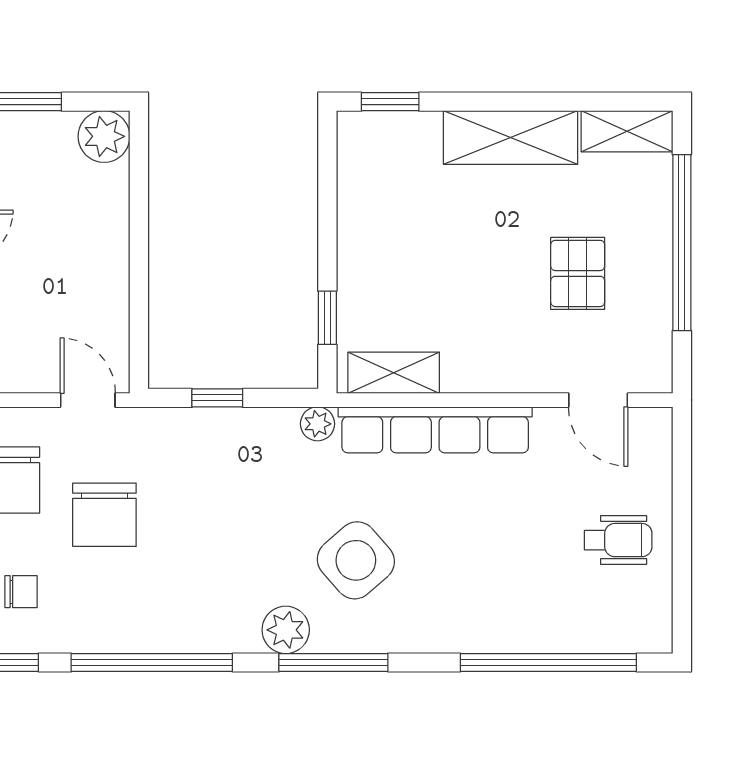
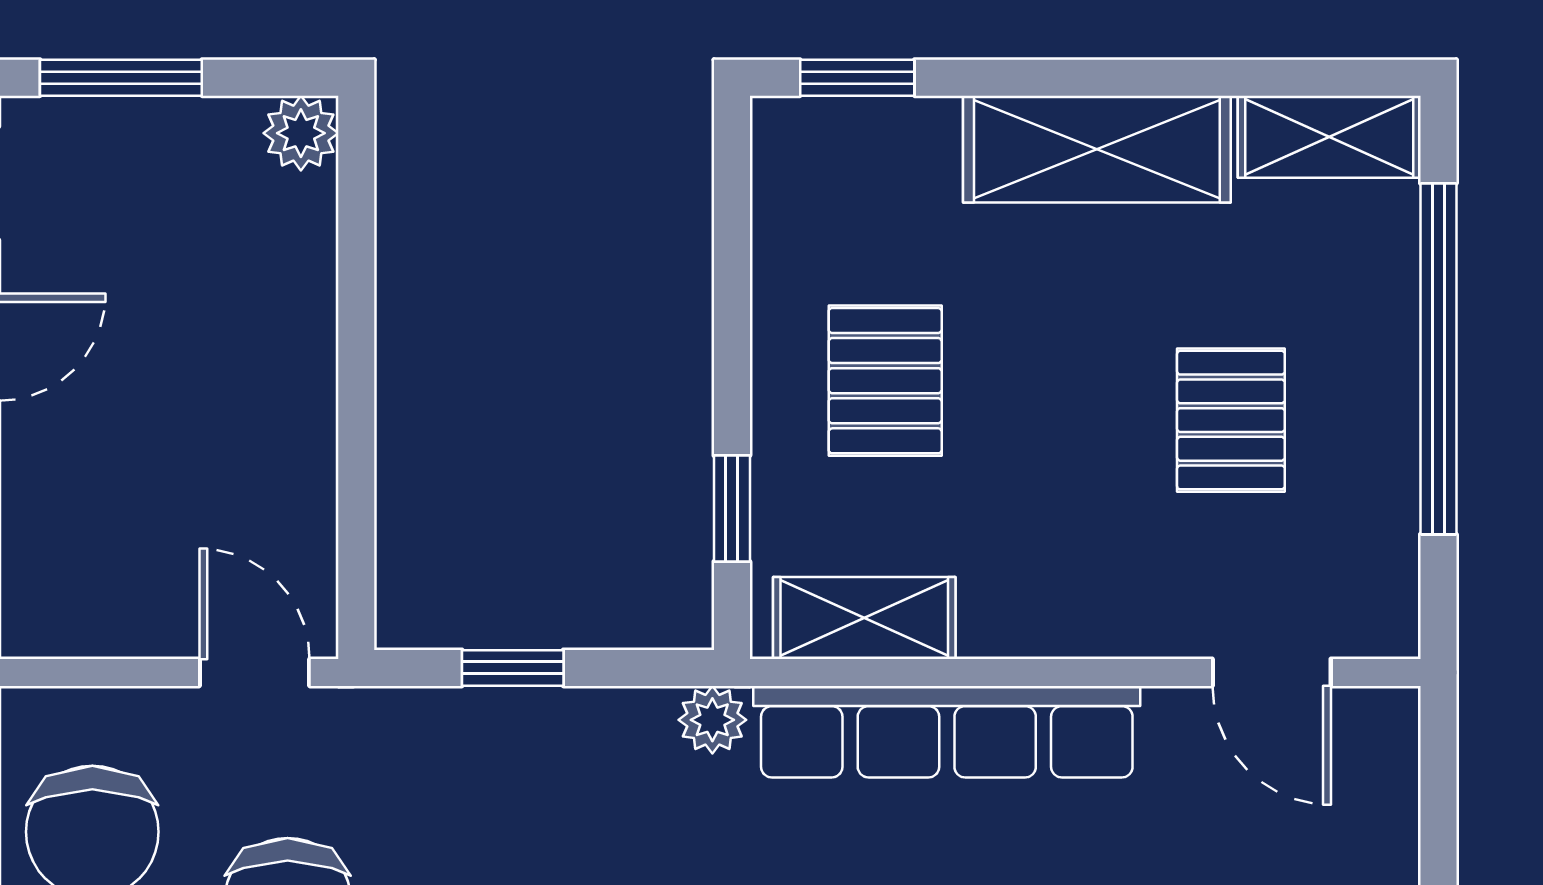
plant: (104, 136) -> (301, 133), width x0.73, depth x0.73
pallet: (404, 254) -> (885, 381), added

